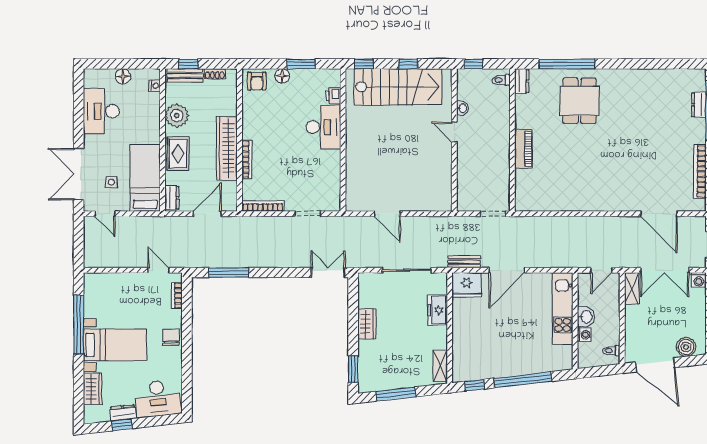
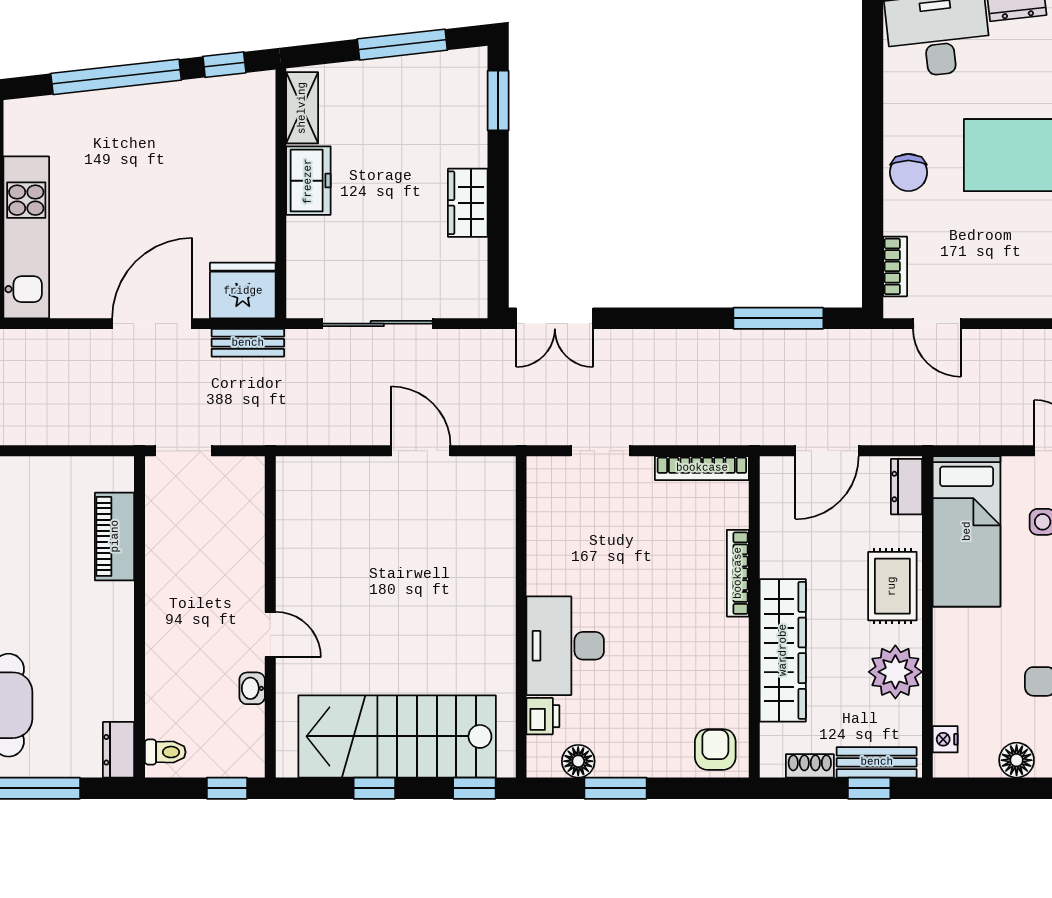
floor lamp: (282, 76) -> (578, 761), moved
wardrobe: (227, 148) -> (783, 650), moved
piano: (523, 149) -> (115, 536), moved
freezer: (437, 310) -> (308, 181), moved

